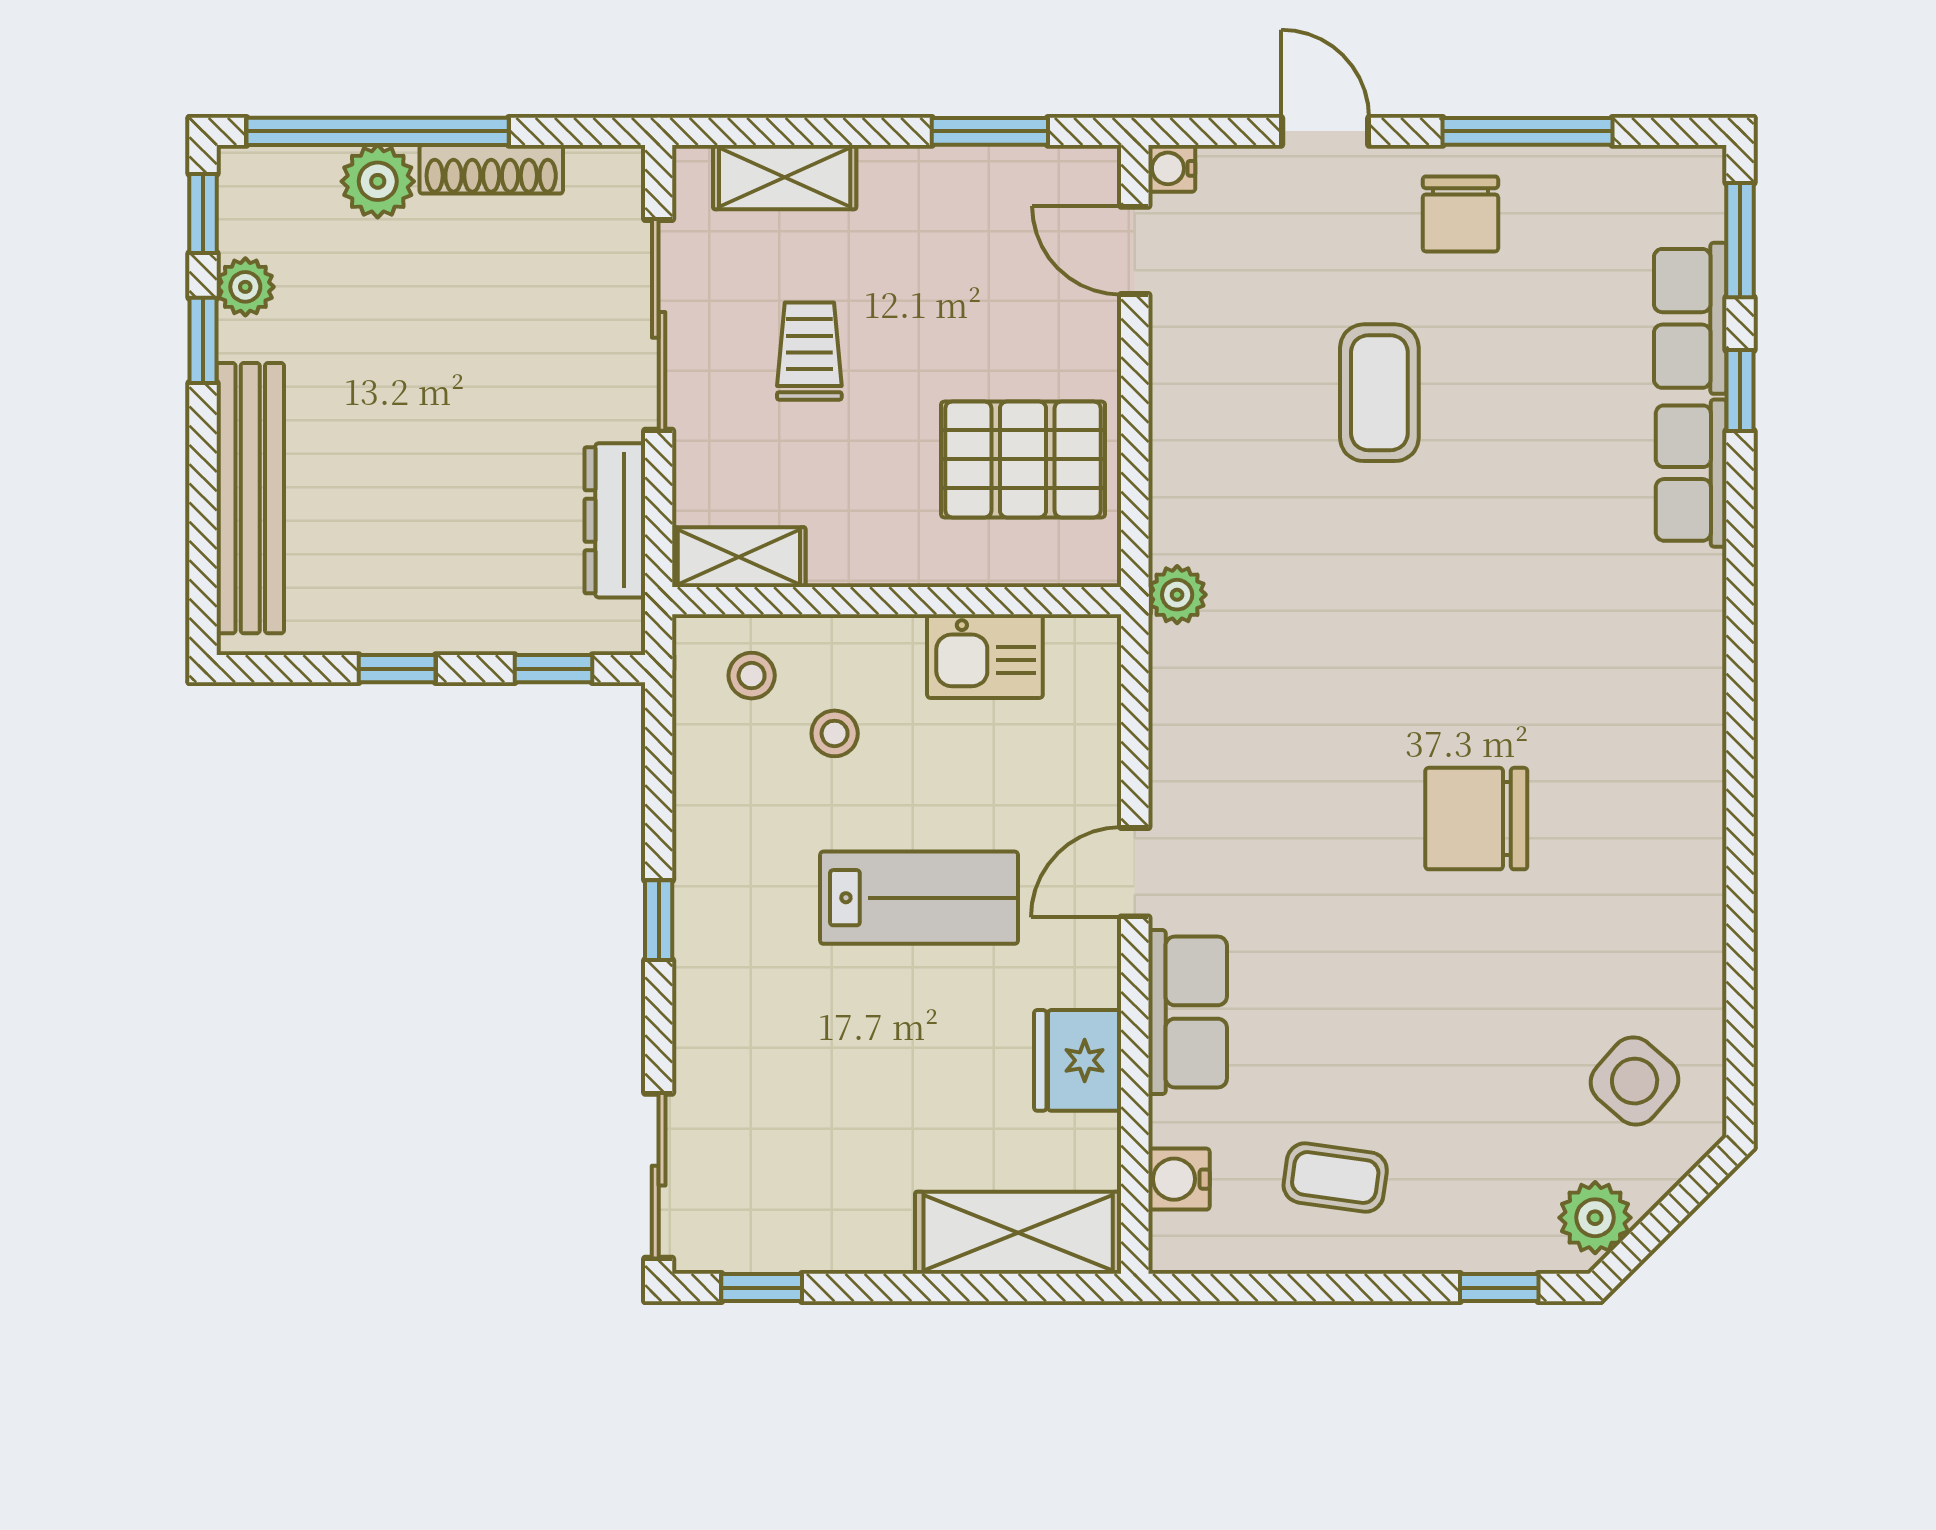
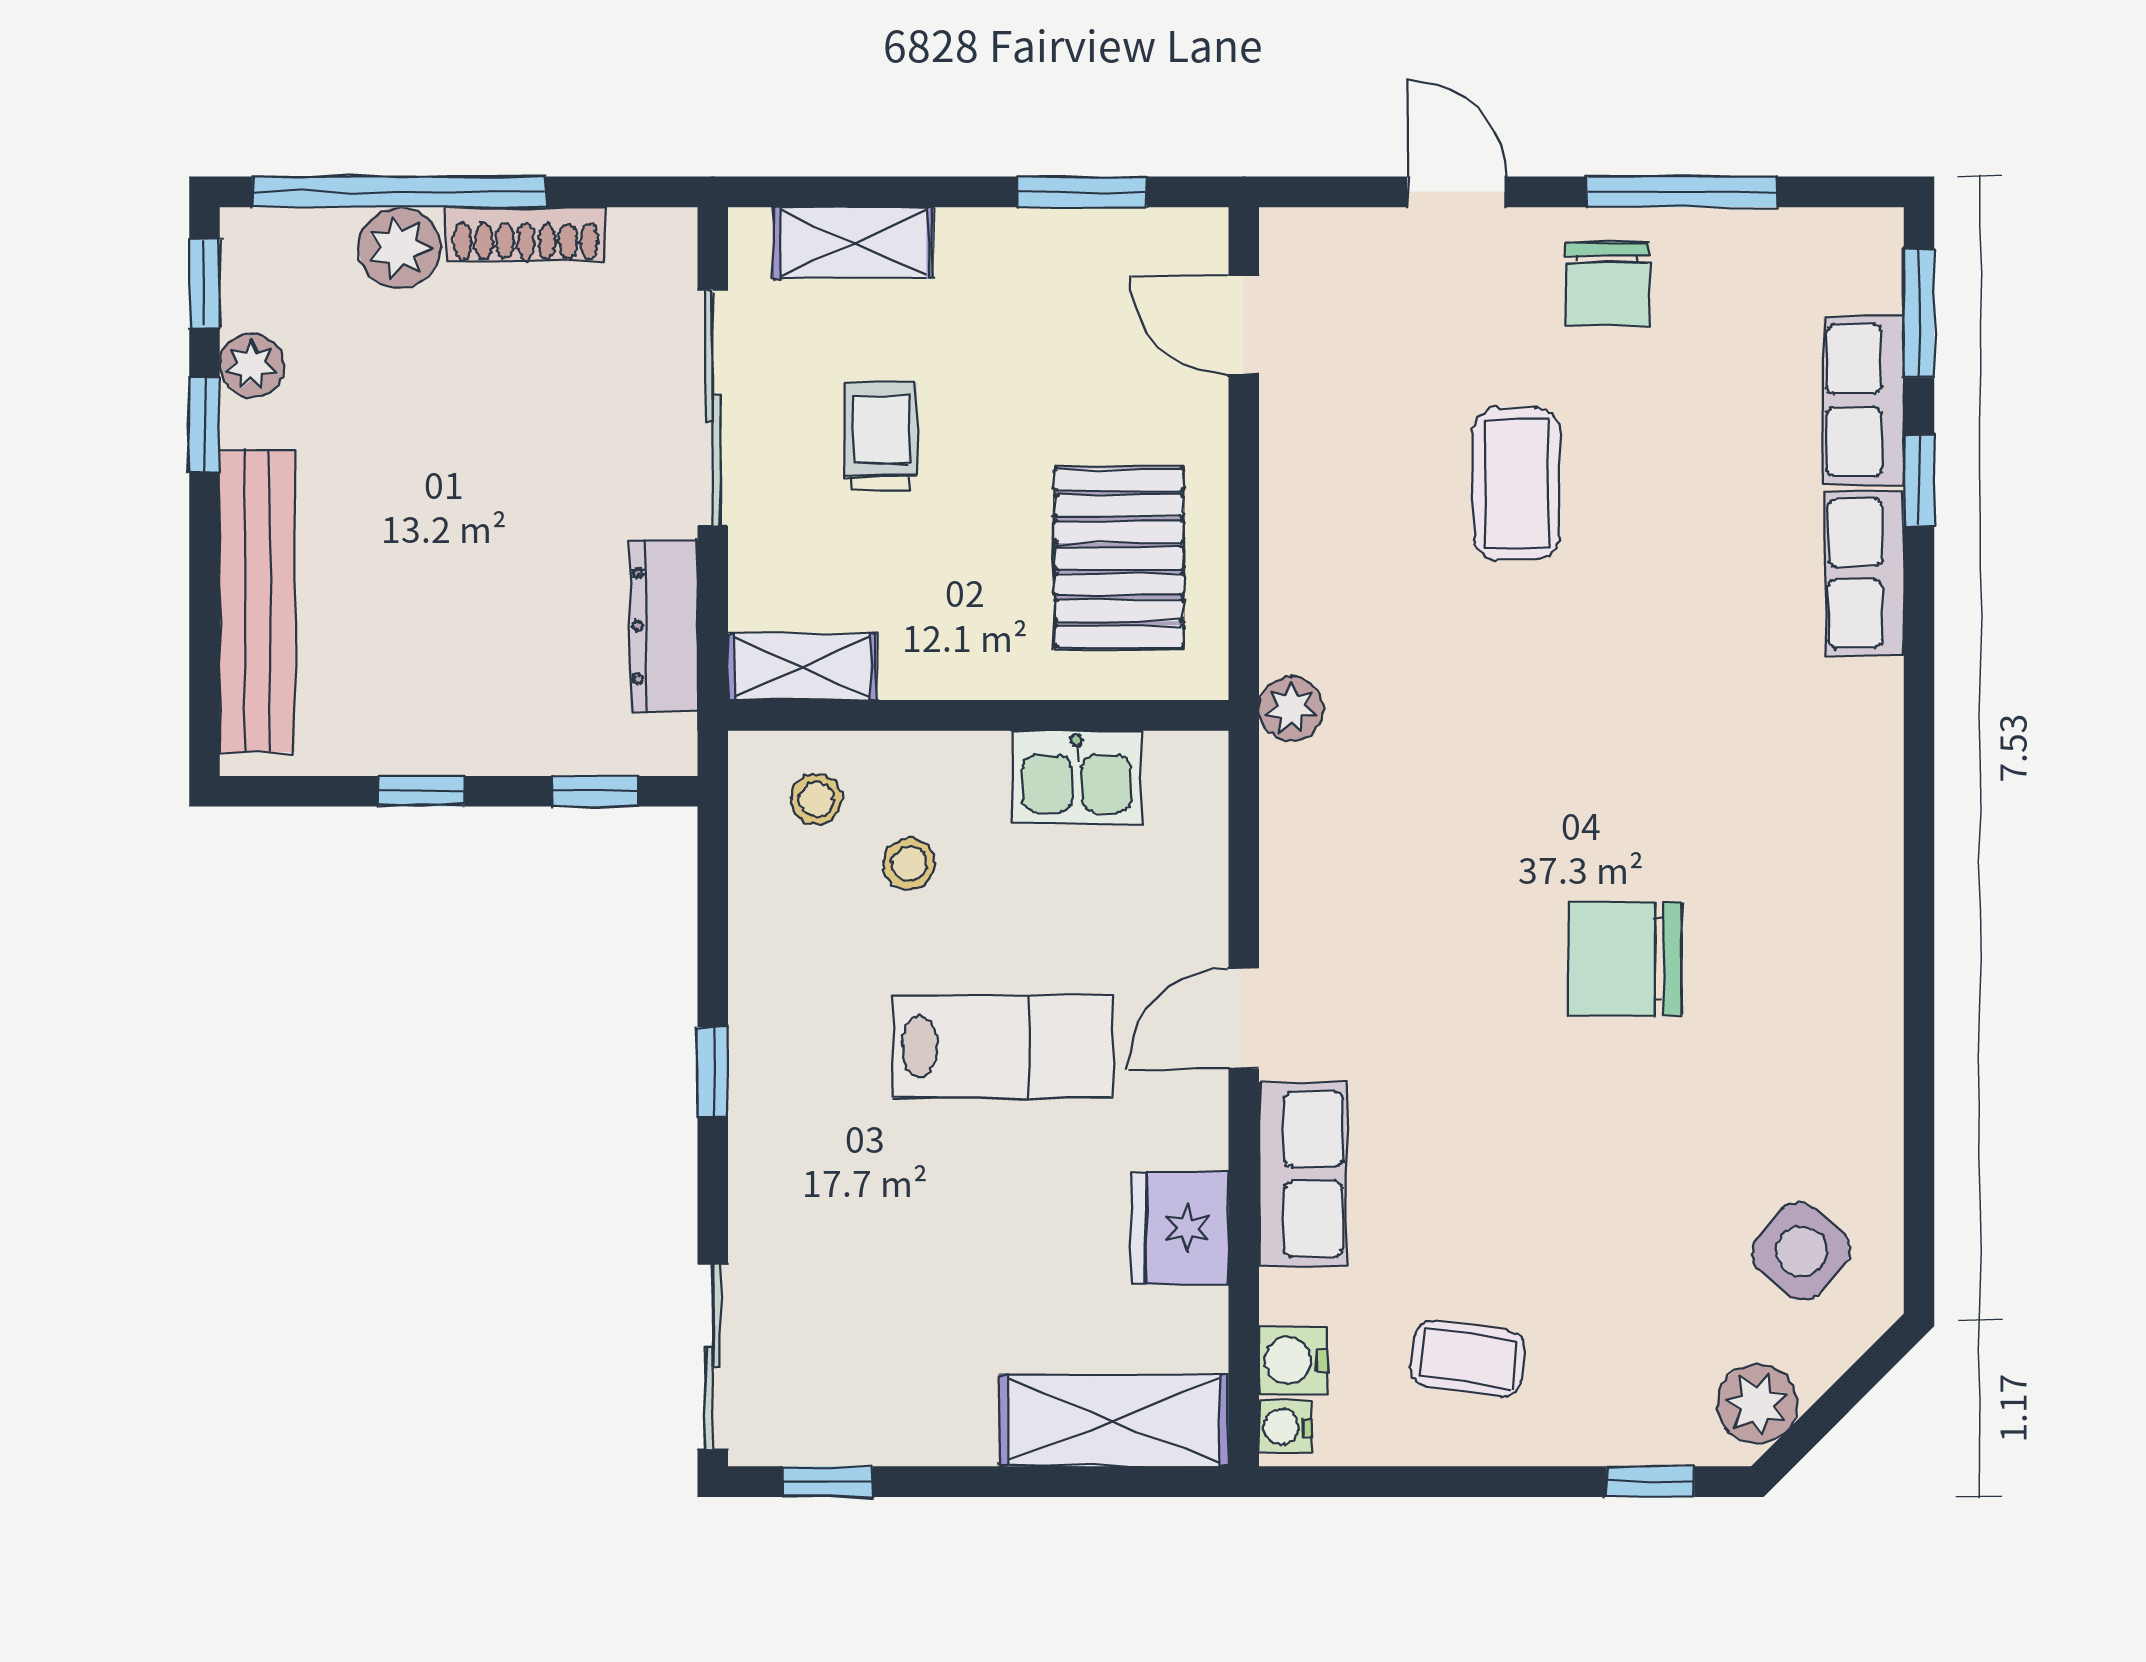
water cooler: (1172, 168) -> (1285, 1427), moved
pallet: (1023, 459) -> (1119, 558), turned 90

